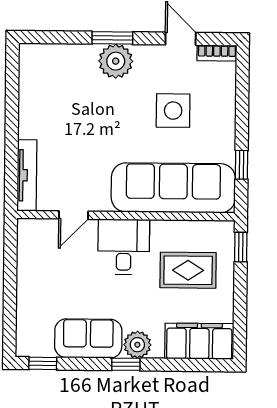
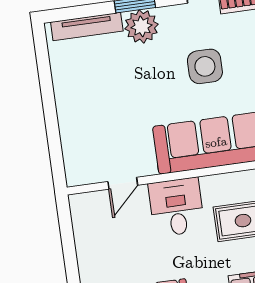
tv unit: (27, 175) -> (87, 26), moved, turned 90

